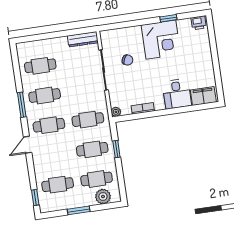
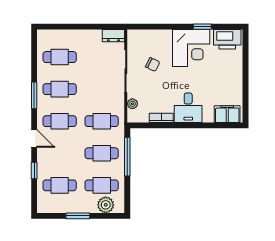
printer: (199, 23) -> (227, 39), width x1.87, depth x1.48
dresser: (83, 39) -> (113, 36), width x0.70
desk: (177, 94) -> (188, 108), moved
plant: (116, 112) -> (132, 104), moved
door: (28, 145) -> (34, 139), swing flipped
window: (116, 149) -> (127, 157), width x2.17
window: (35, 198) -> (34, 170), moved

